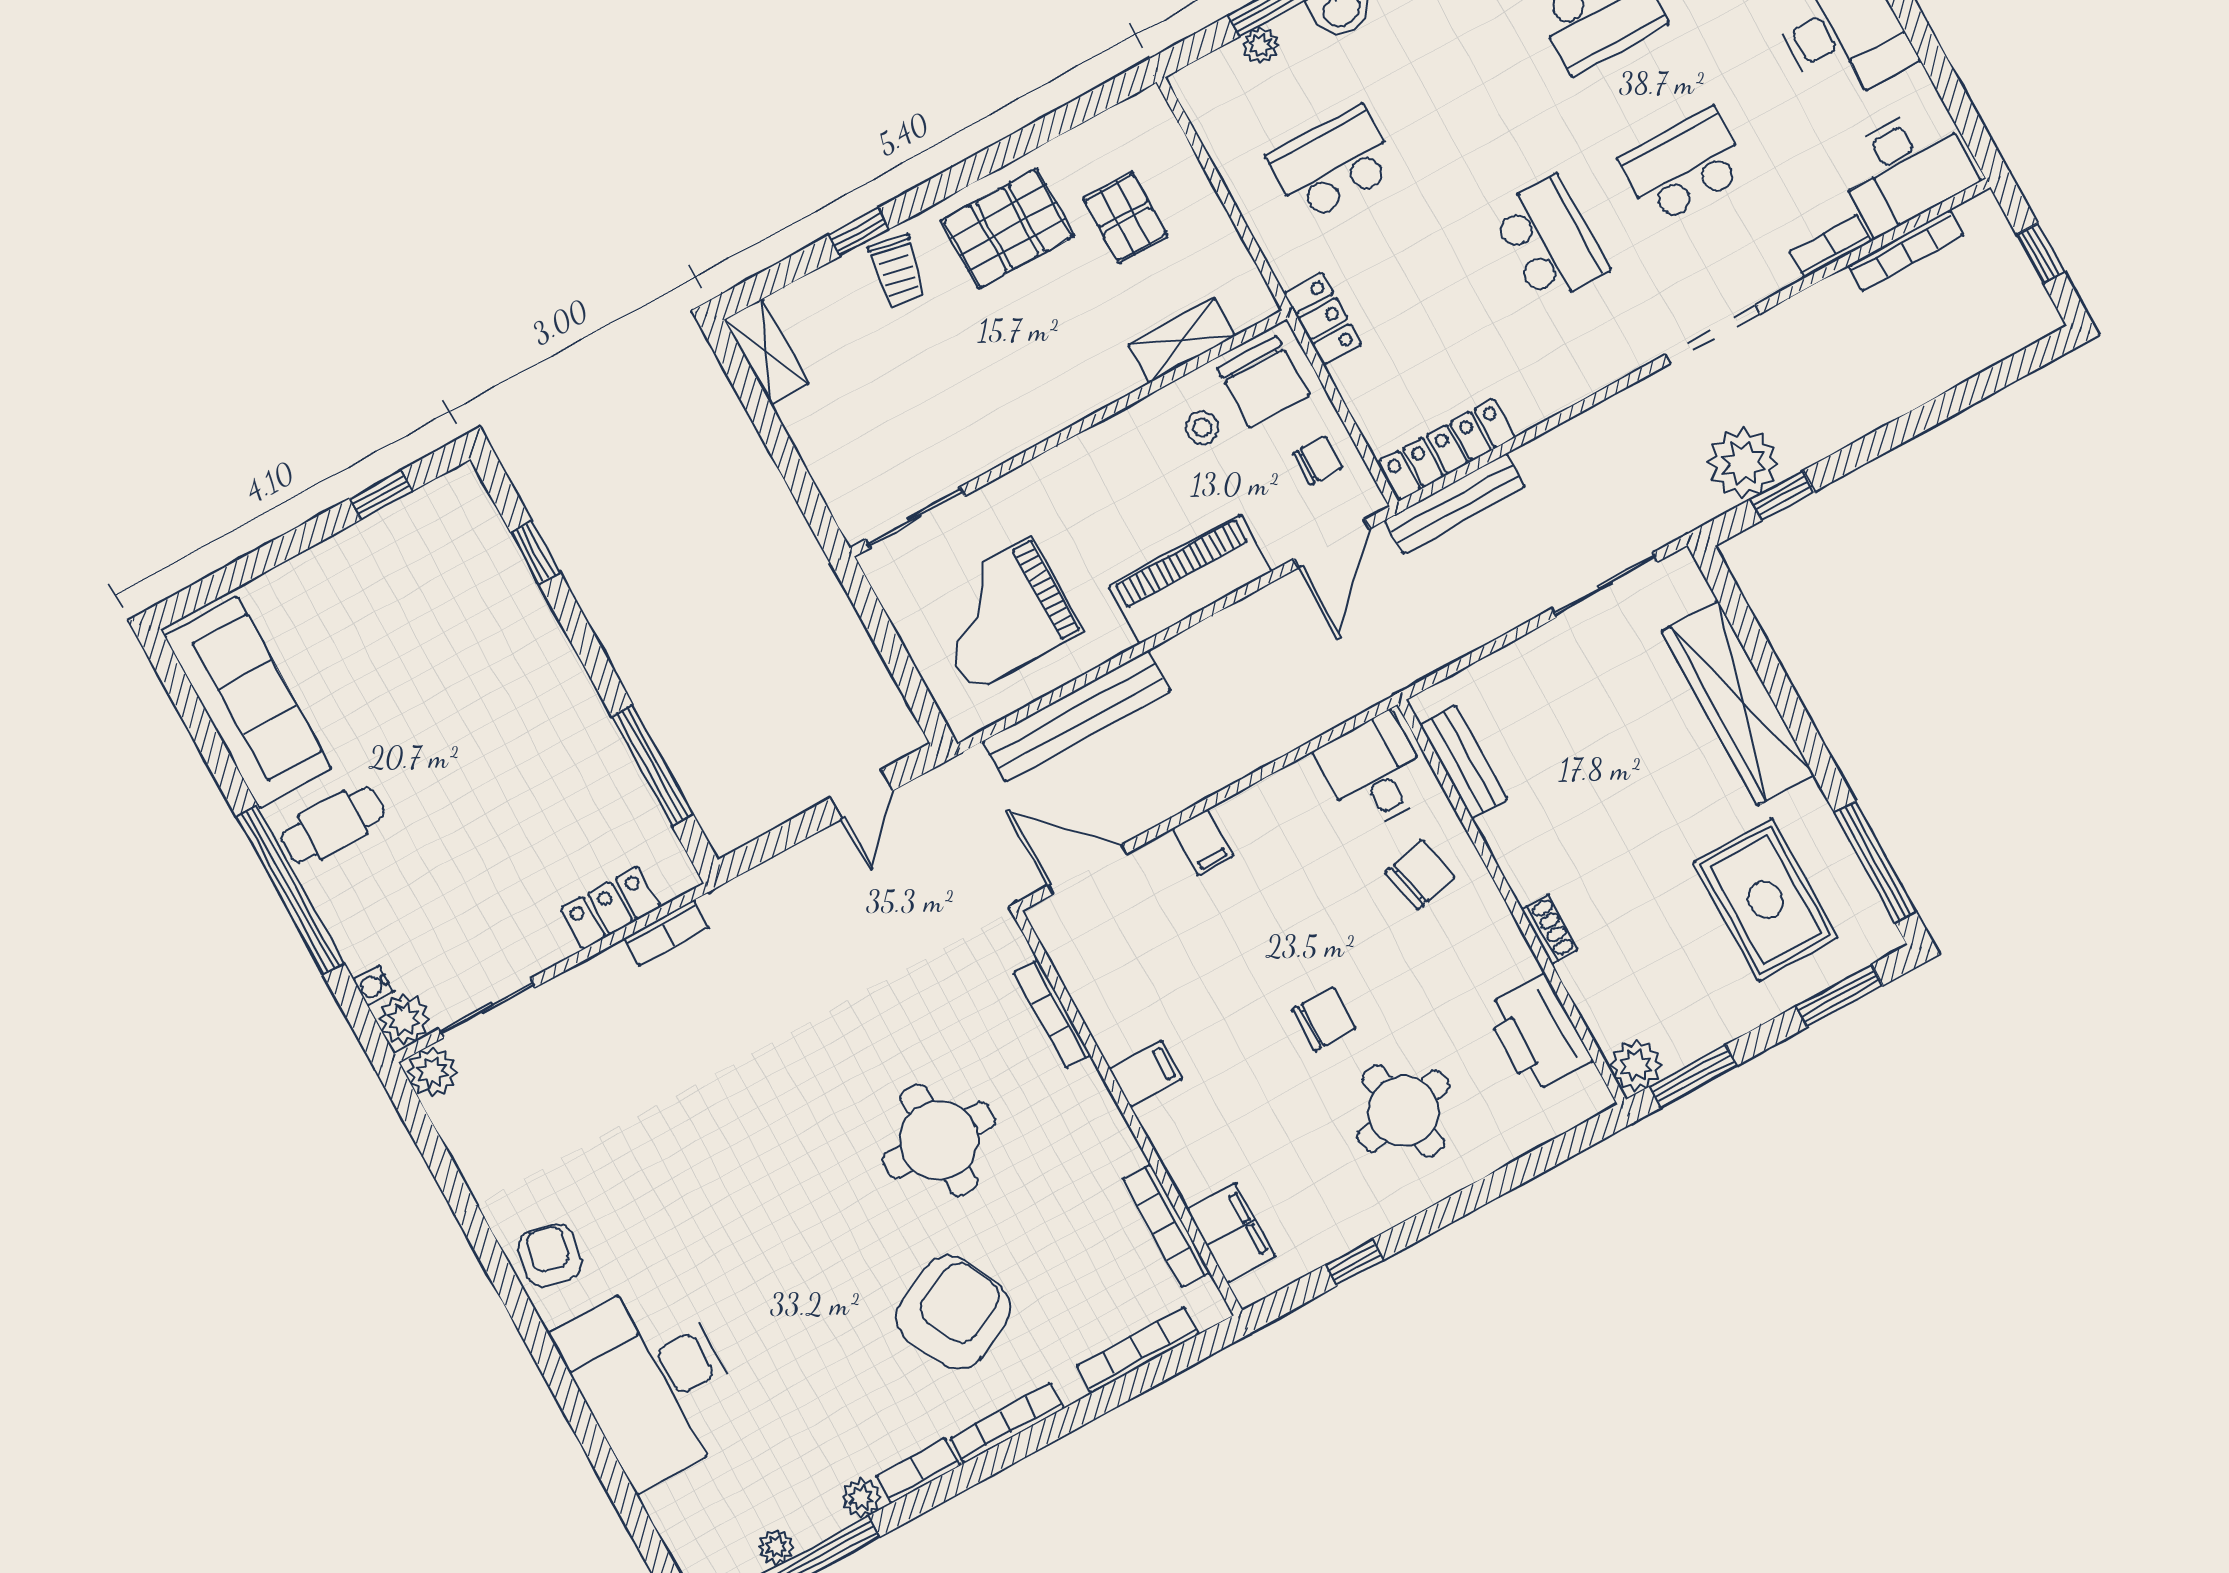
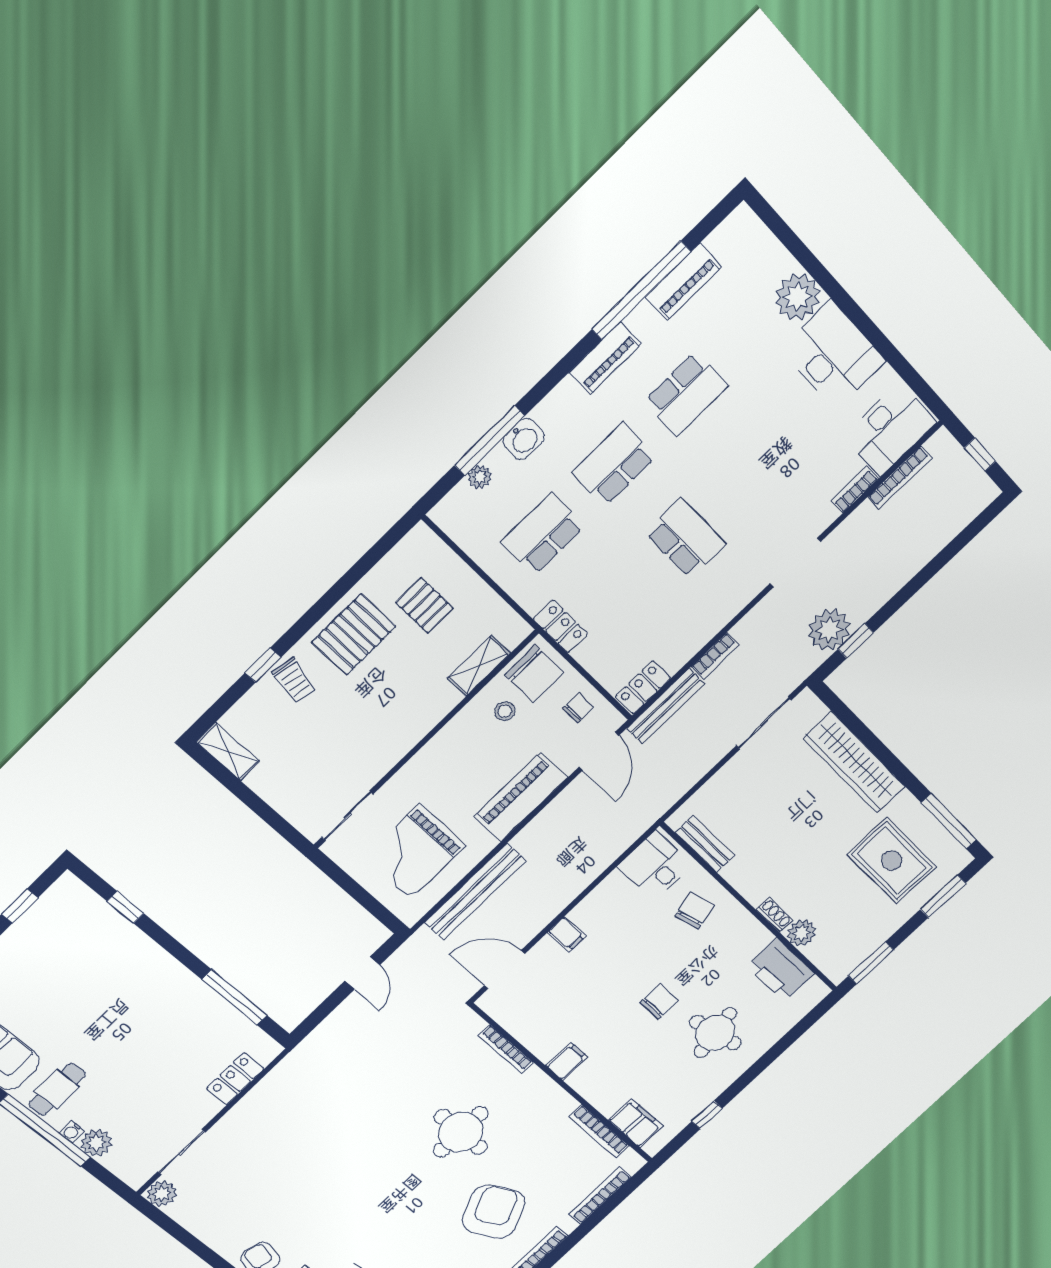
school desk: (1684, 166) -> (614, 464), moved
locker: (1447, 449) -> (643, 688), width x0.66
bookcase: (666, 933) -> (715, 656), moved
water cooler: (373, 986) -> (72, 1132), moved
plant: (404, 1019) -> (96, 1143), moved
plant: (1636, 1065) -> (802, 933), moved

